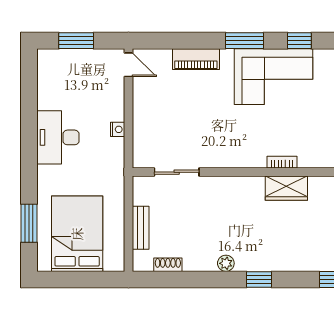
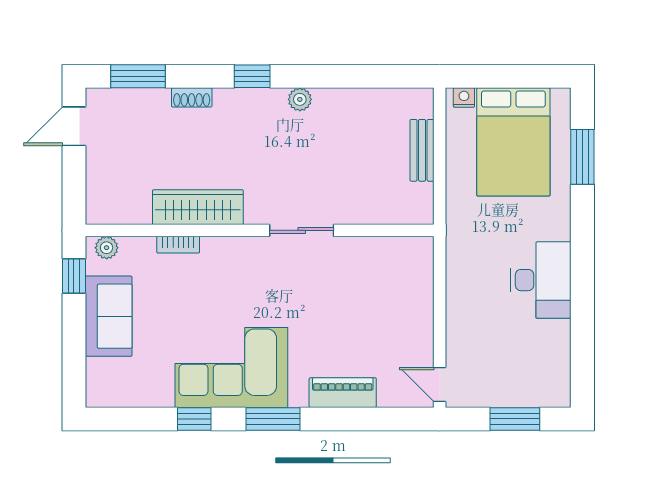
nightstand: (118, 129) -> (464, 98), moved, turned 90
bookcase: (282, 162) -> (178, 245), moved
sliding door: (177, 172) -> (302, 230), moved
wardrobe: (286, 188) -> (198, 207), width x1.50
shoe rack: (168, 265) -> (192, 97), moved

